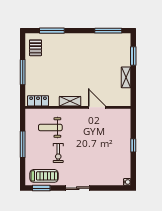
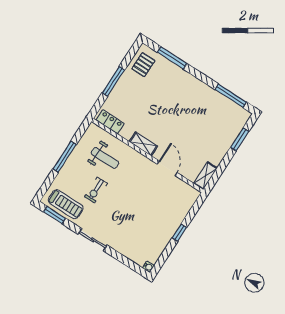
shelving: (126, 77) -> (205, 176), moved
weight bench: (50, 128) -> (105, 158), turned 180

